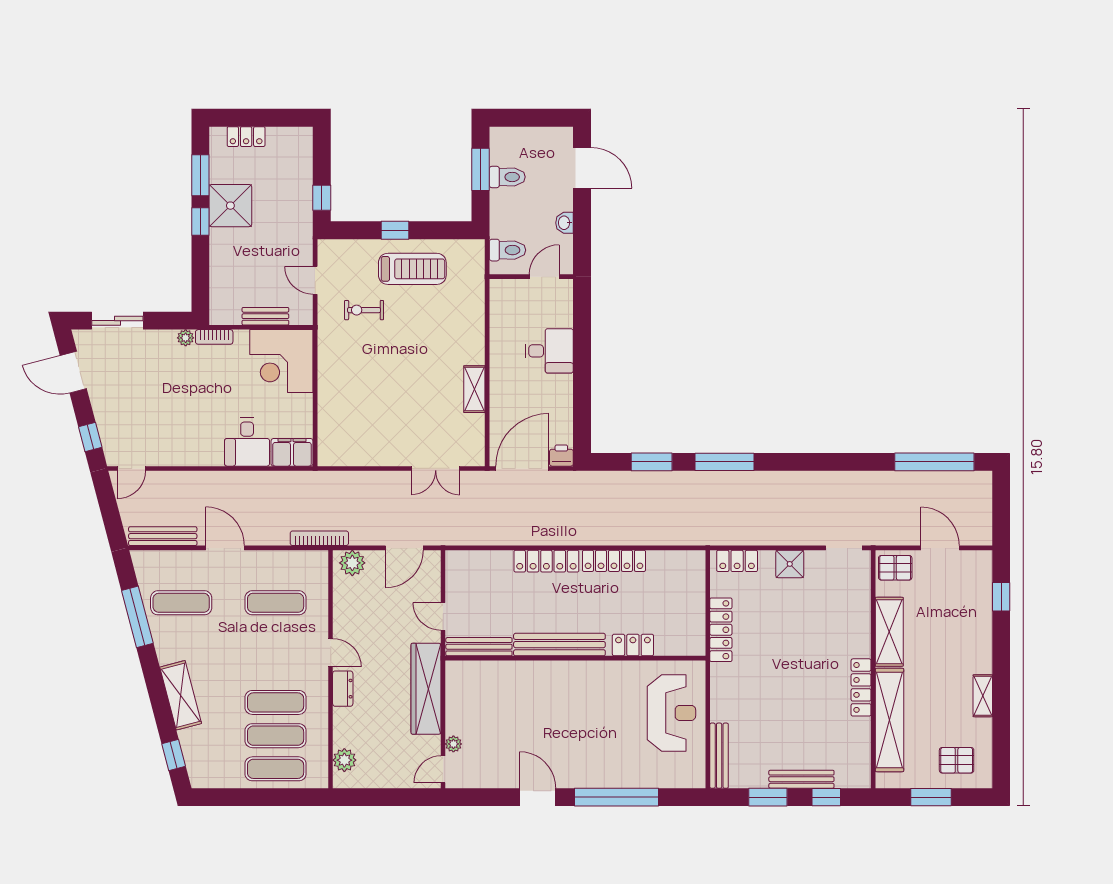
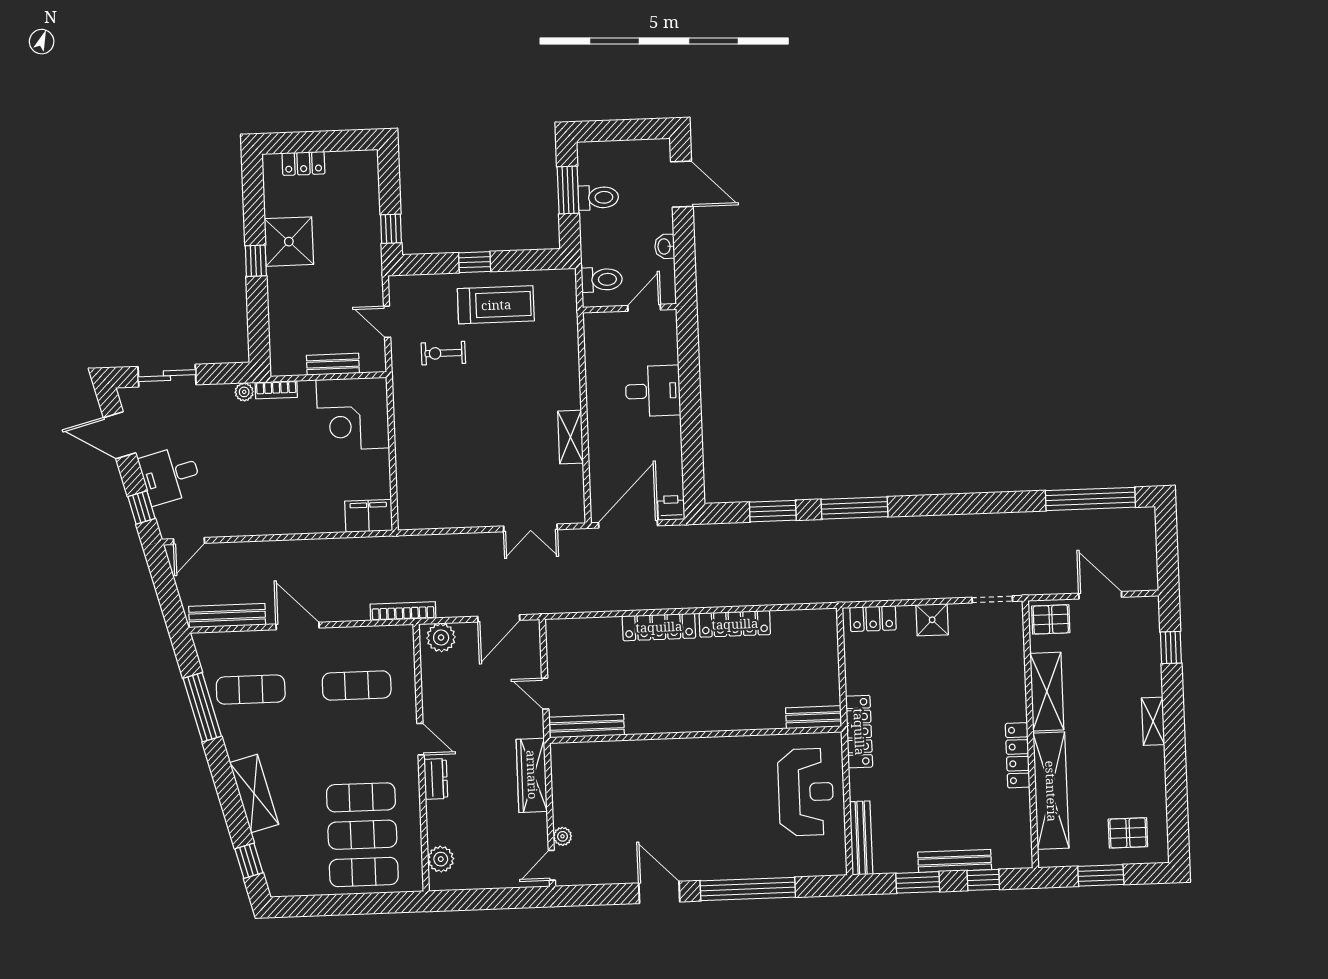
window: (200, 175) -> (254, 209), removed
desk: (247, 442) -> (170, 475), moved, turned 75
locker: (721, 630) -> (859, 732), moved
bench: (559, 645) -> (813, 717), moved, width x0.54, depth x0.82
locker: (633, 645) -> (760, 718), removed
wardrobe: (426, 689) -> (532, 775), width x0.71, depth x0.85
shelving: (983, 696) -> (1153, 721), moved

